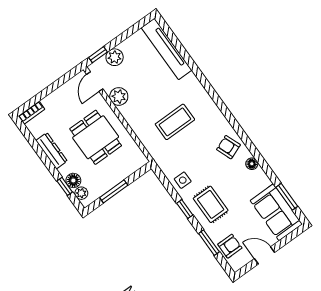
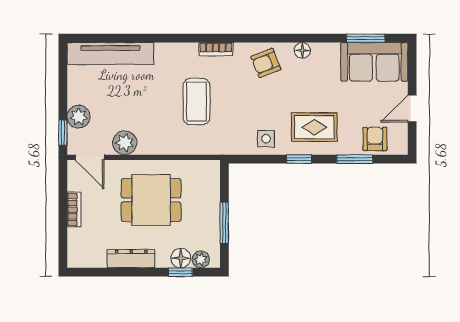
bookcase: (215, 111) -> (216, 49), added
bookcase: (32, 113) -> (74, 210), moved

